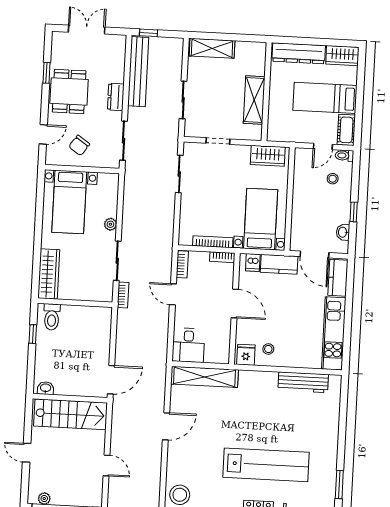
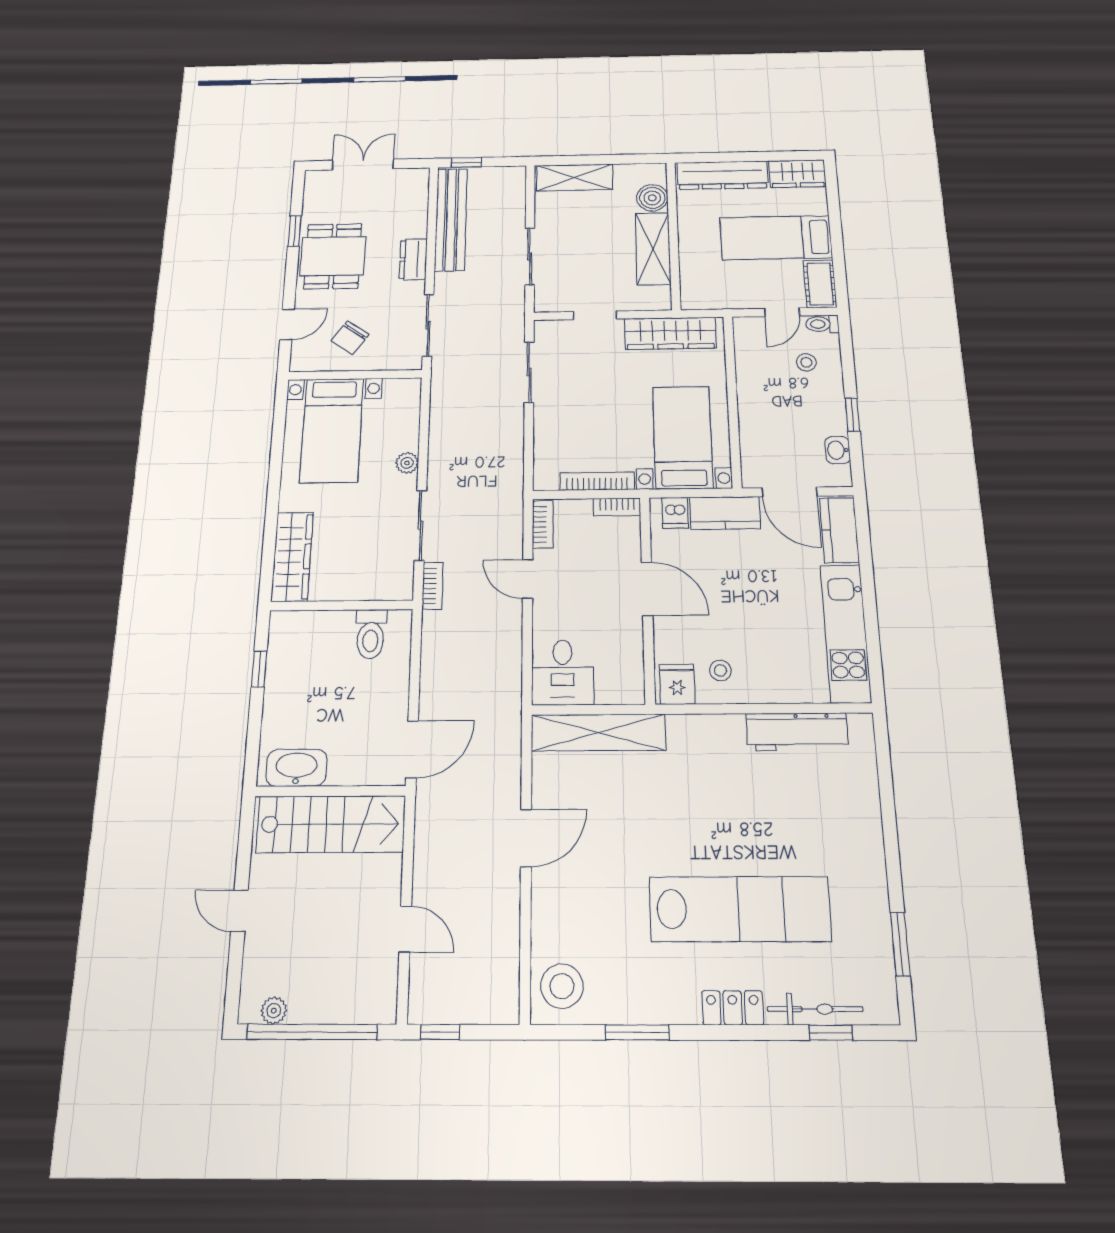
boiler: (256, 66) -> (652, 198), added
wardrobe: (268, 156) -> (670, 333), width x1.50
toilet: (52, 317) -> (371, 634), moved
washbasin: (46, 388) -> (296, 768), width x1.91, depth x1.45

